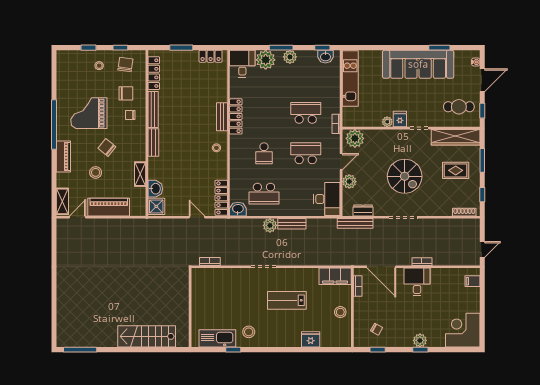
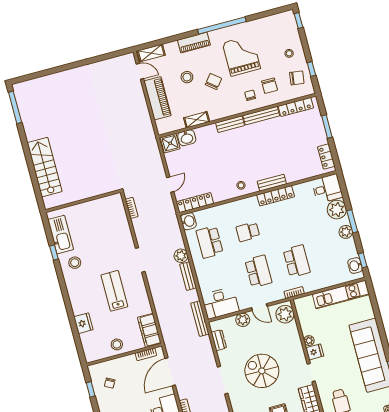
window: (89, 48) -> (298, 21), moved
spiral stairs: (405, 176) -> (262, 371), turned 90
bench: (355, 223) -> (200, 319), moved

